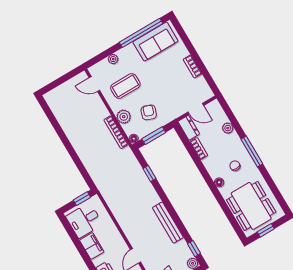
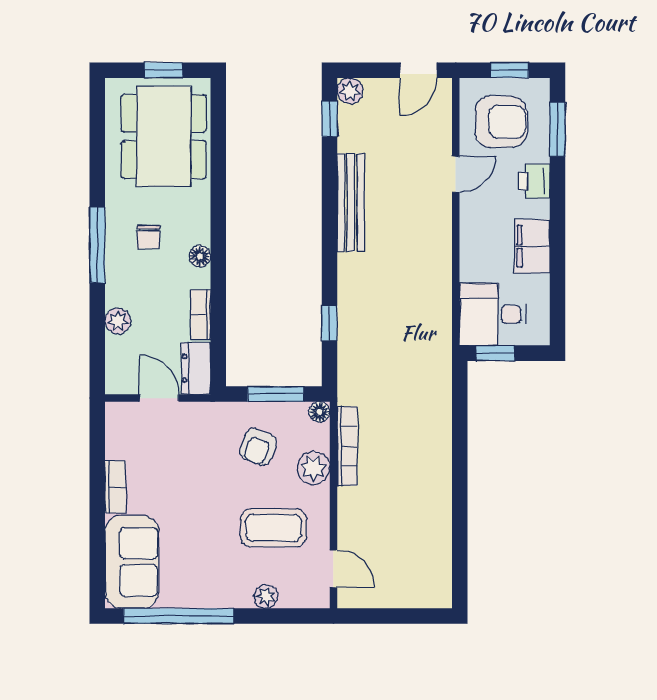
sofa: (155, 41) -> (132, 562), moved, turned 90
floor lamp: (219, 182) -> (200, 256), moved
desk: (84, 220) -> (493, 314), moved, turned 180

